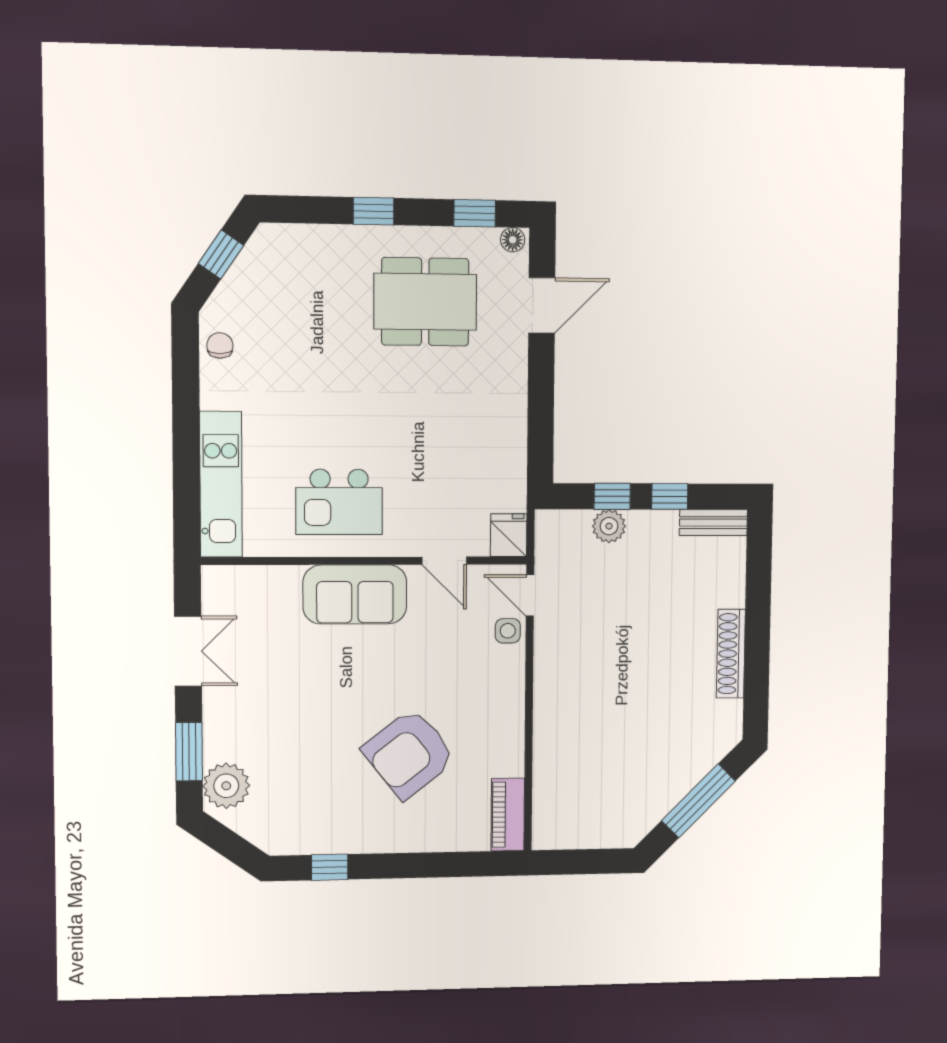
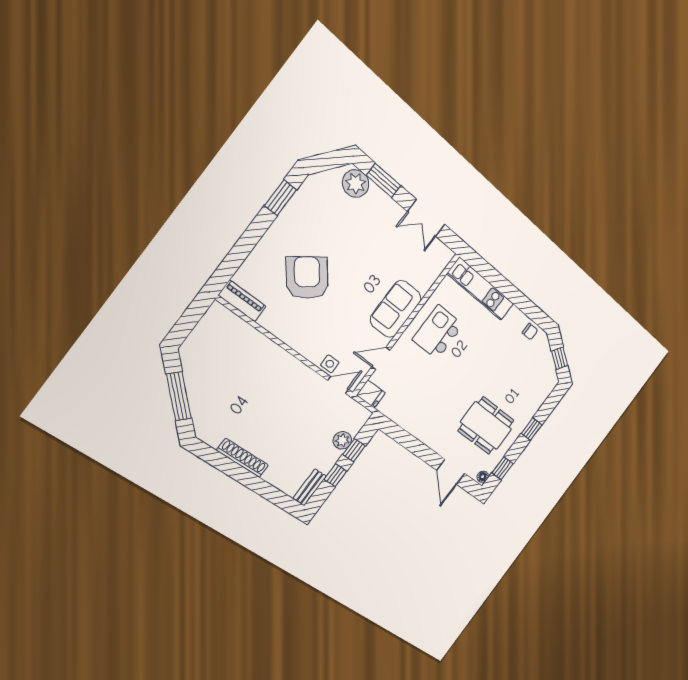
dining table: (425, 302) -> (486, 426), turned 90
window: (330, 867) -> (281, 198), width x1.50

